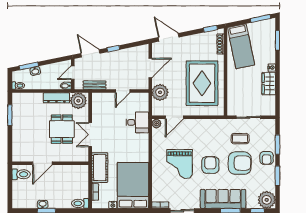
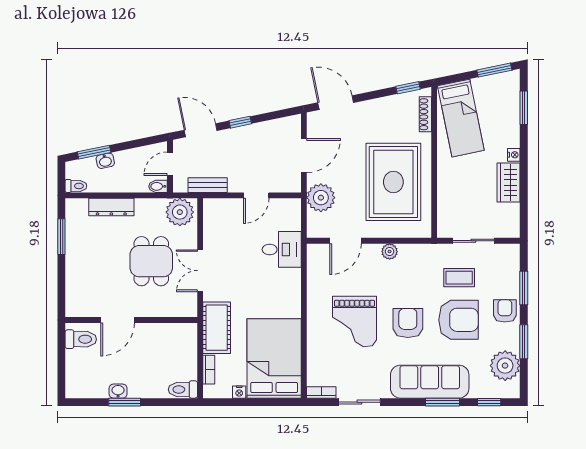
dresser: (56, 98) -> (111, 207), moved
plant: (156, 124) -> (390, 251), moved
armchair: (267, 158) -> (505, 311), turned 180
plant: (267, 200) -> (505, 366), moved

